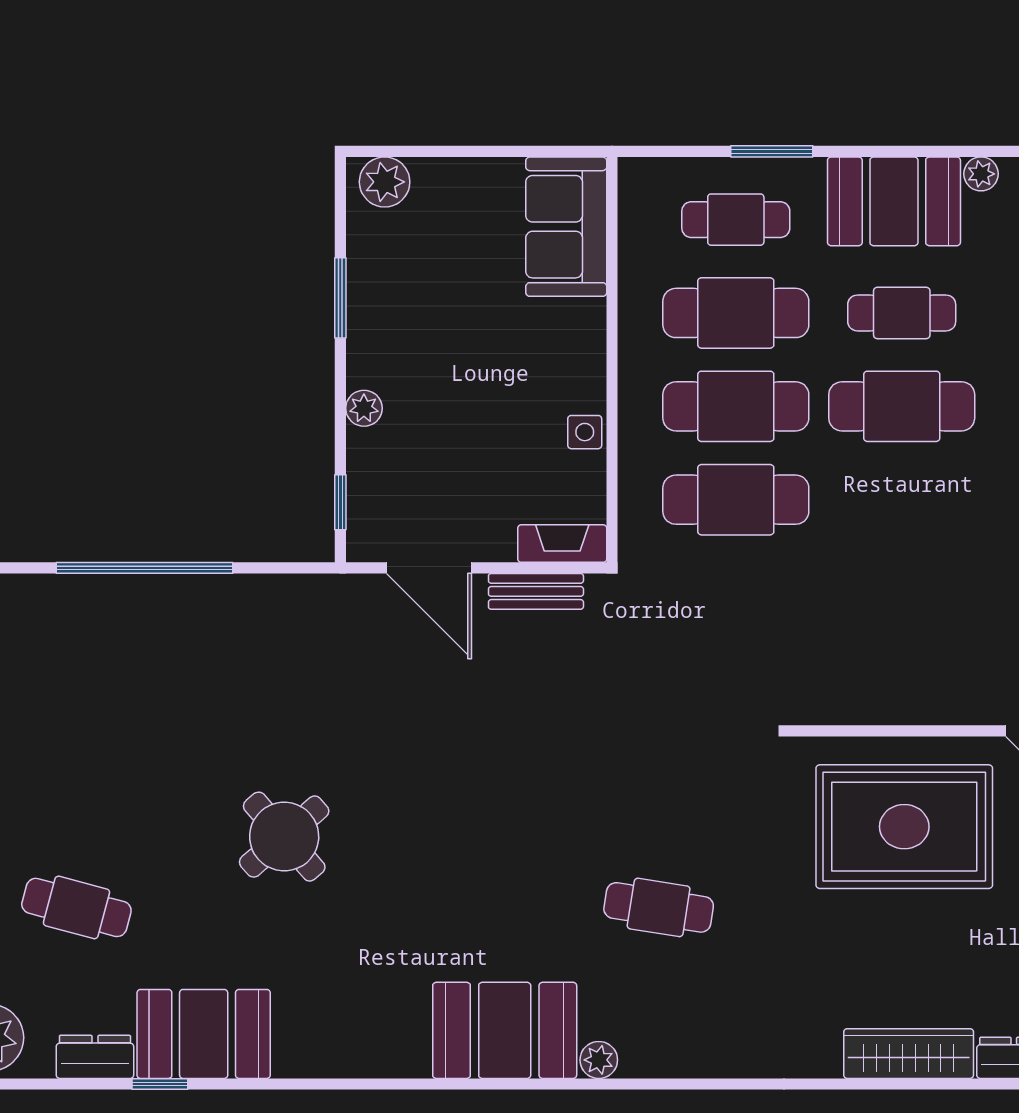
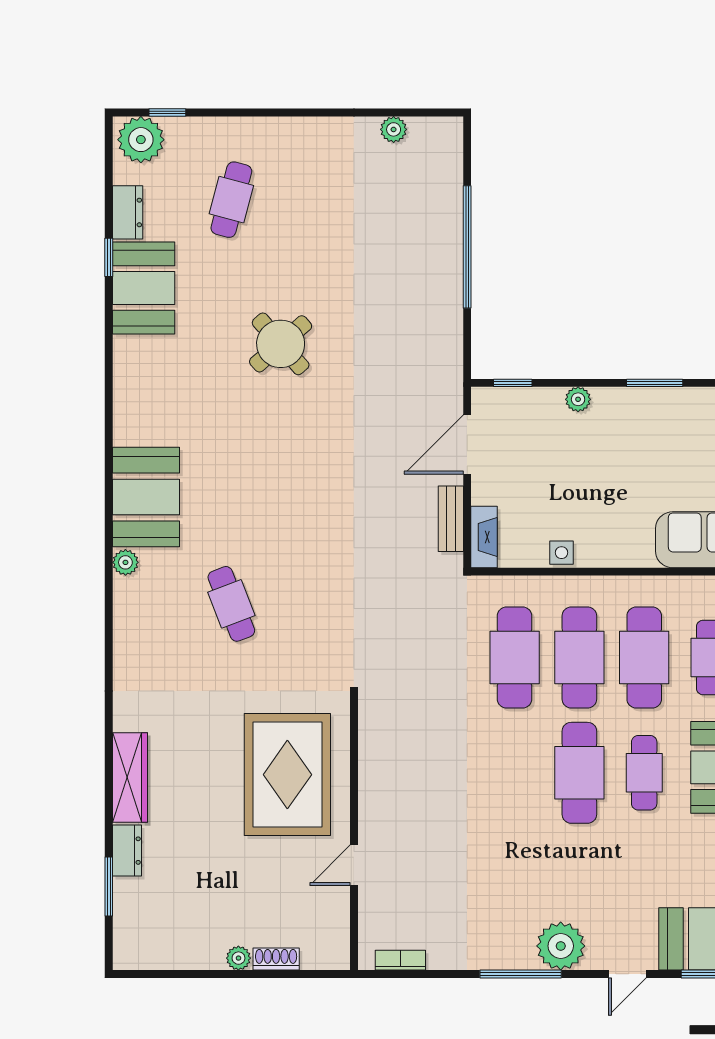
cafe table: (659, 907) -> (231, 604), turned -30

